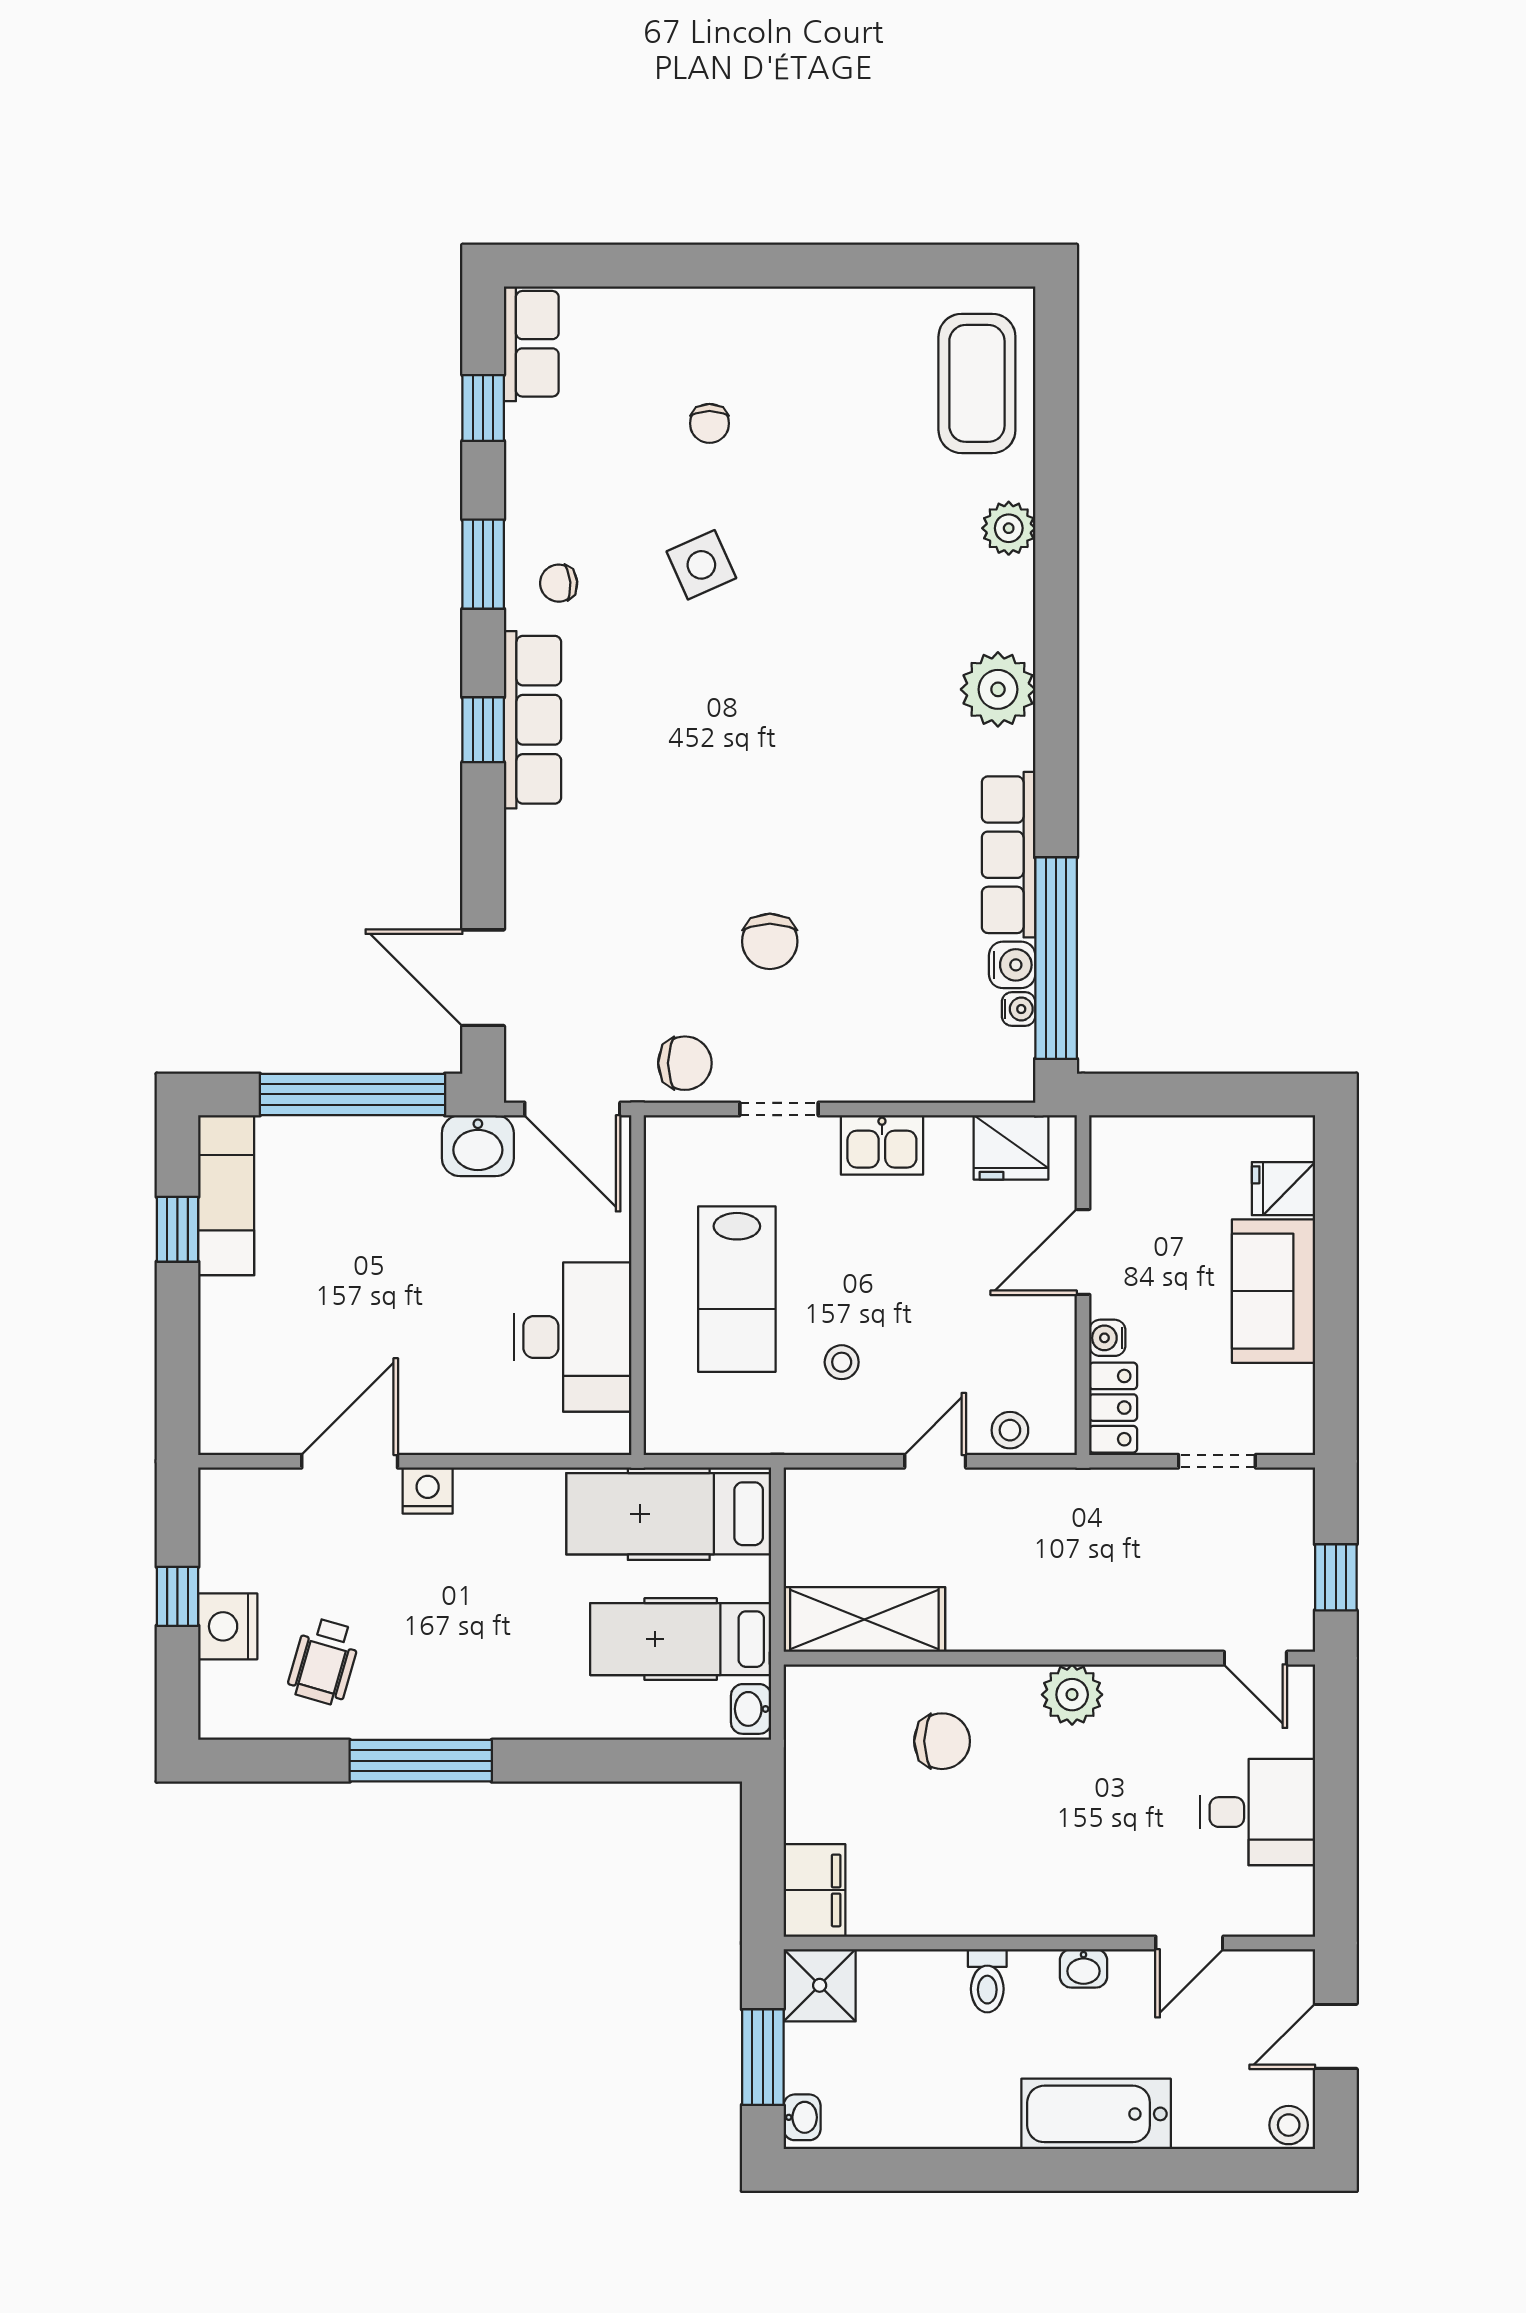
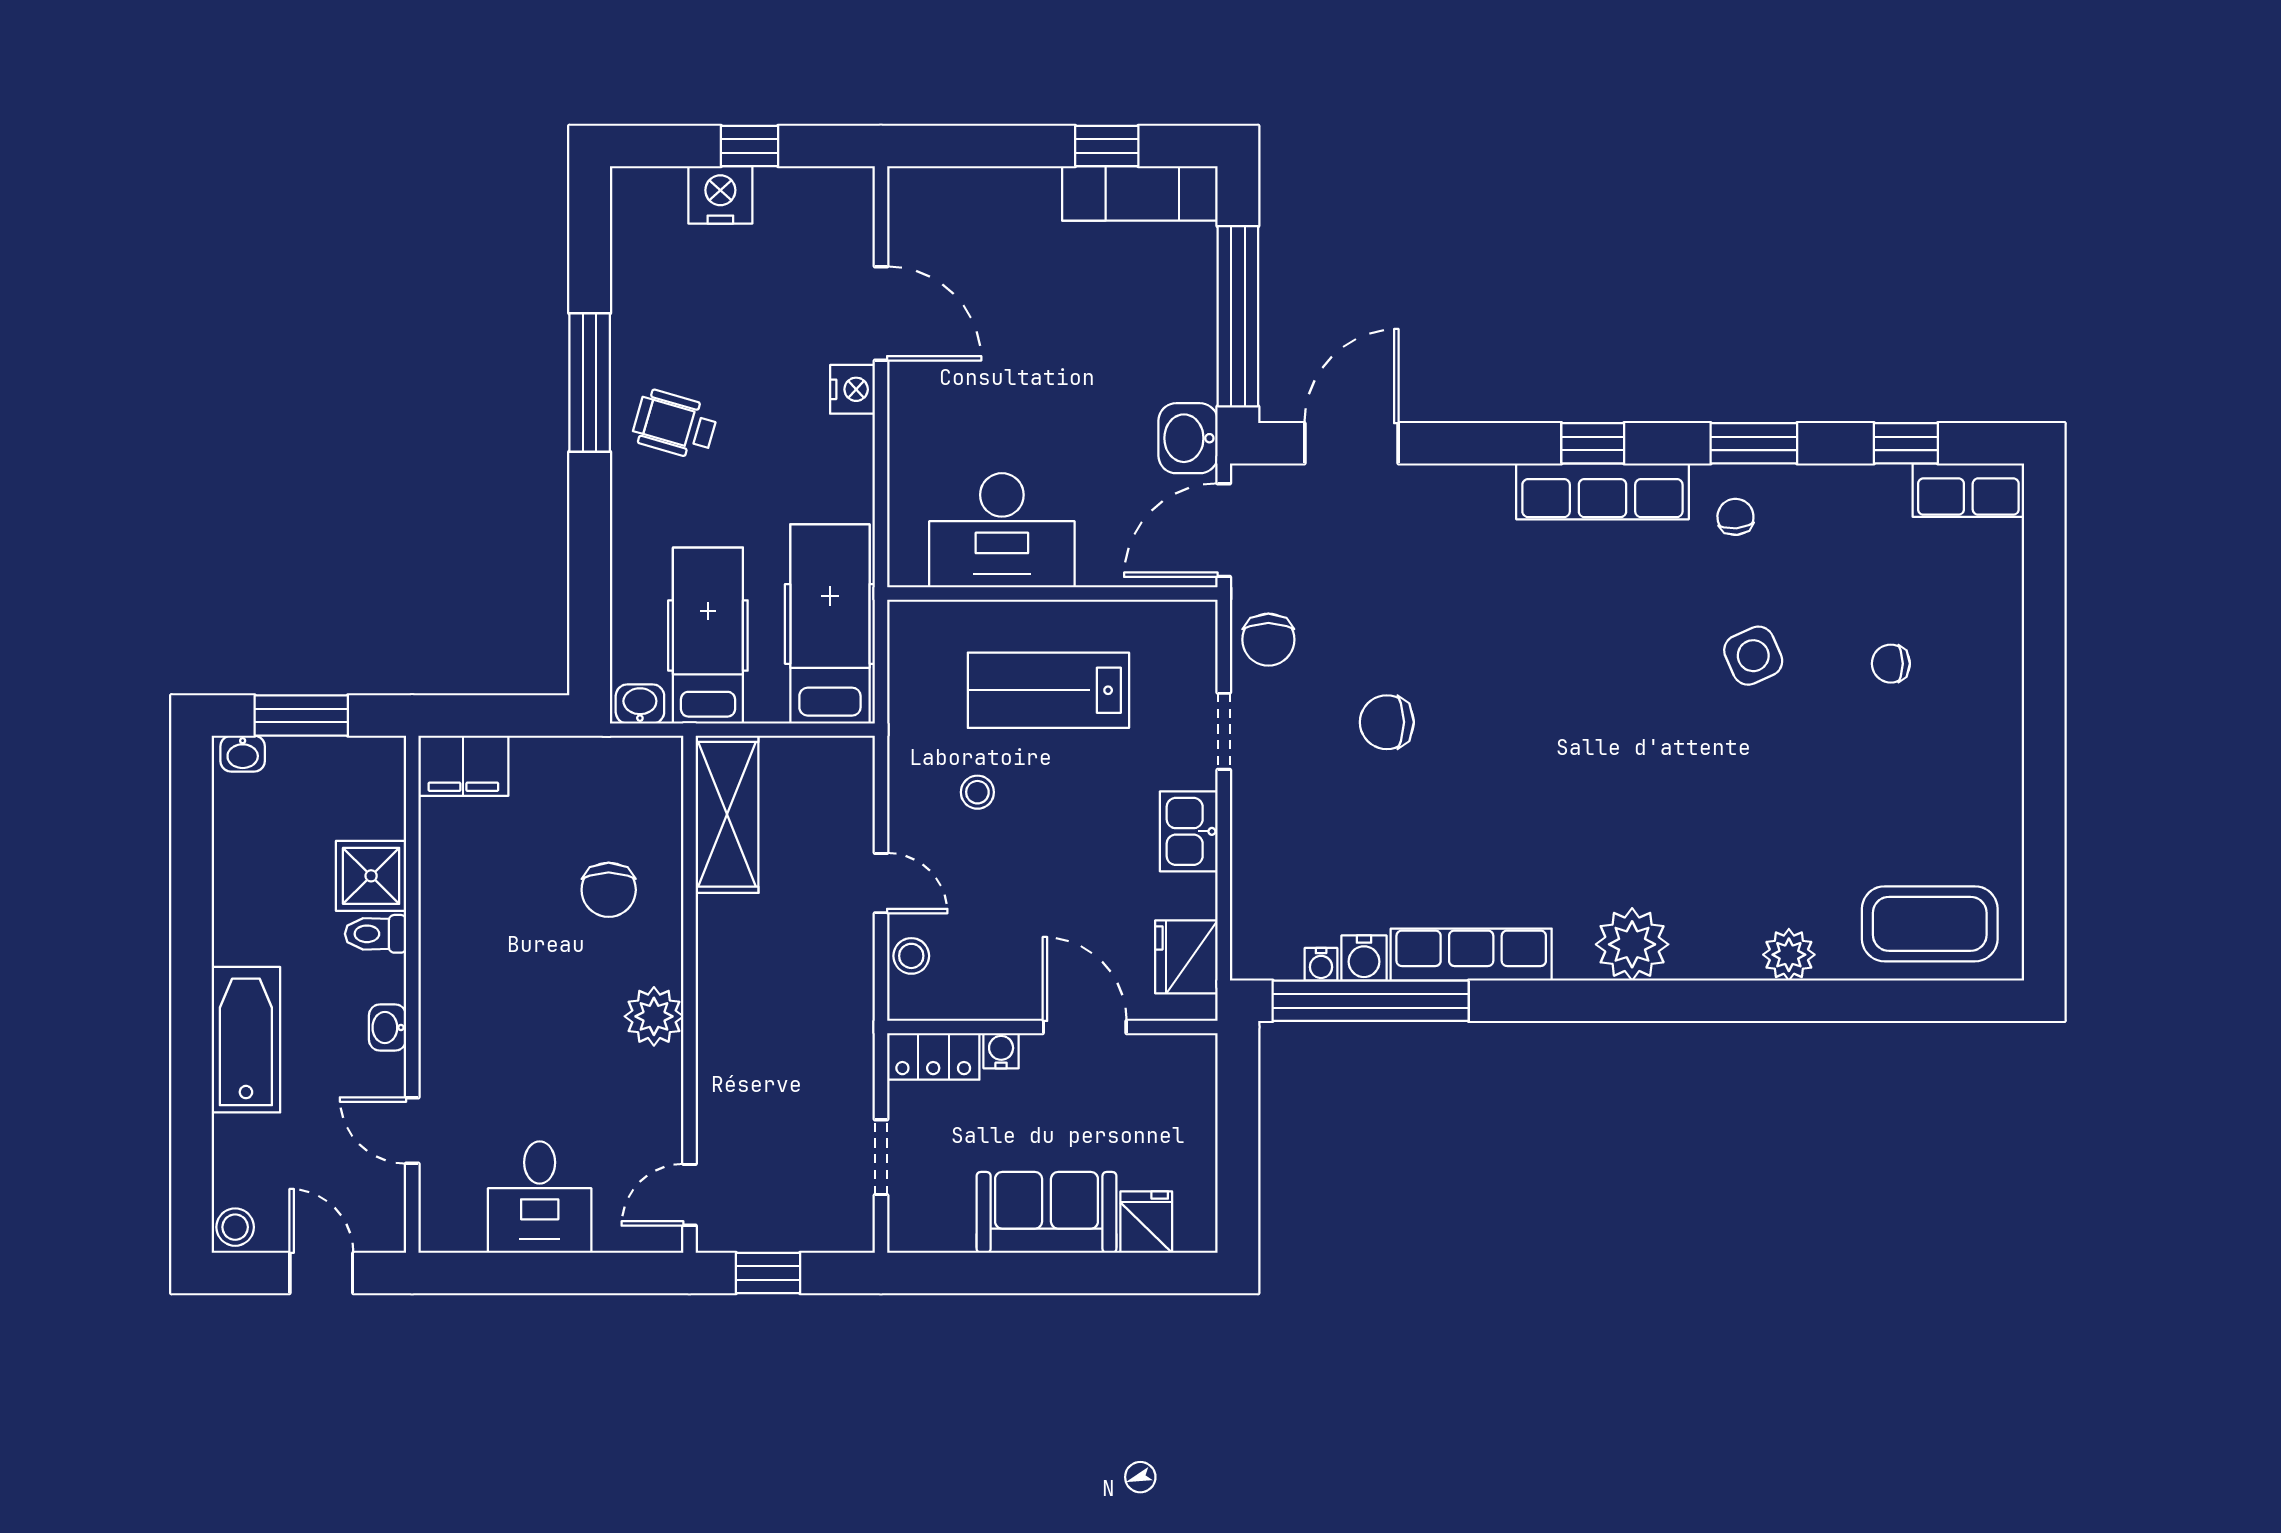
wheelchair: (324, 1661) -> (675, 424), moved
shower: (820, 1985) -> (371, 876), moved

